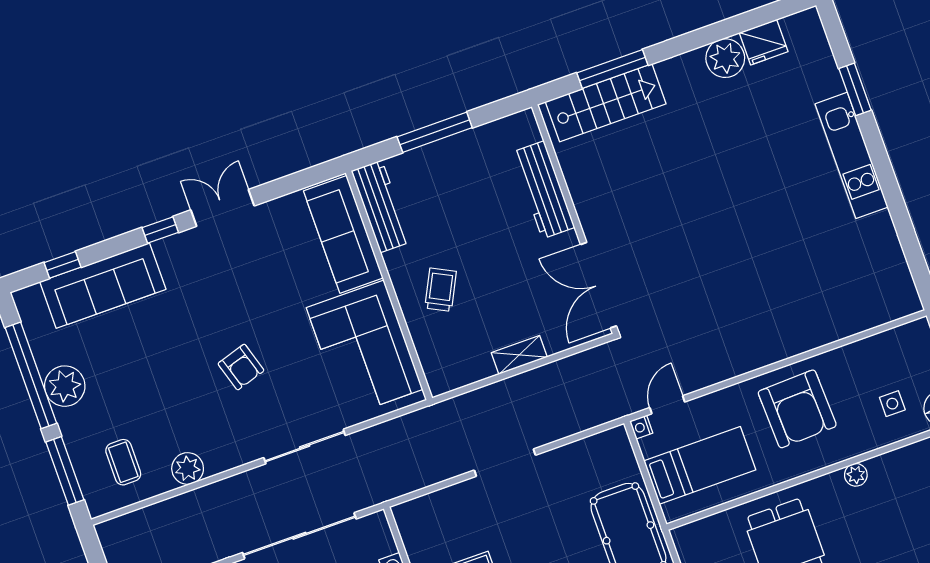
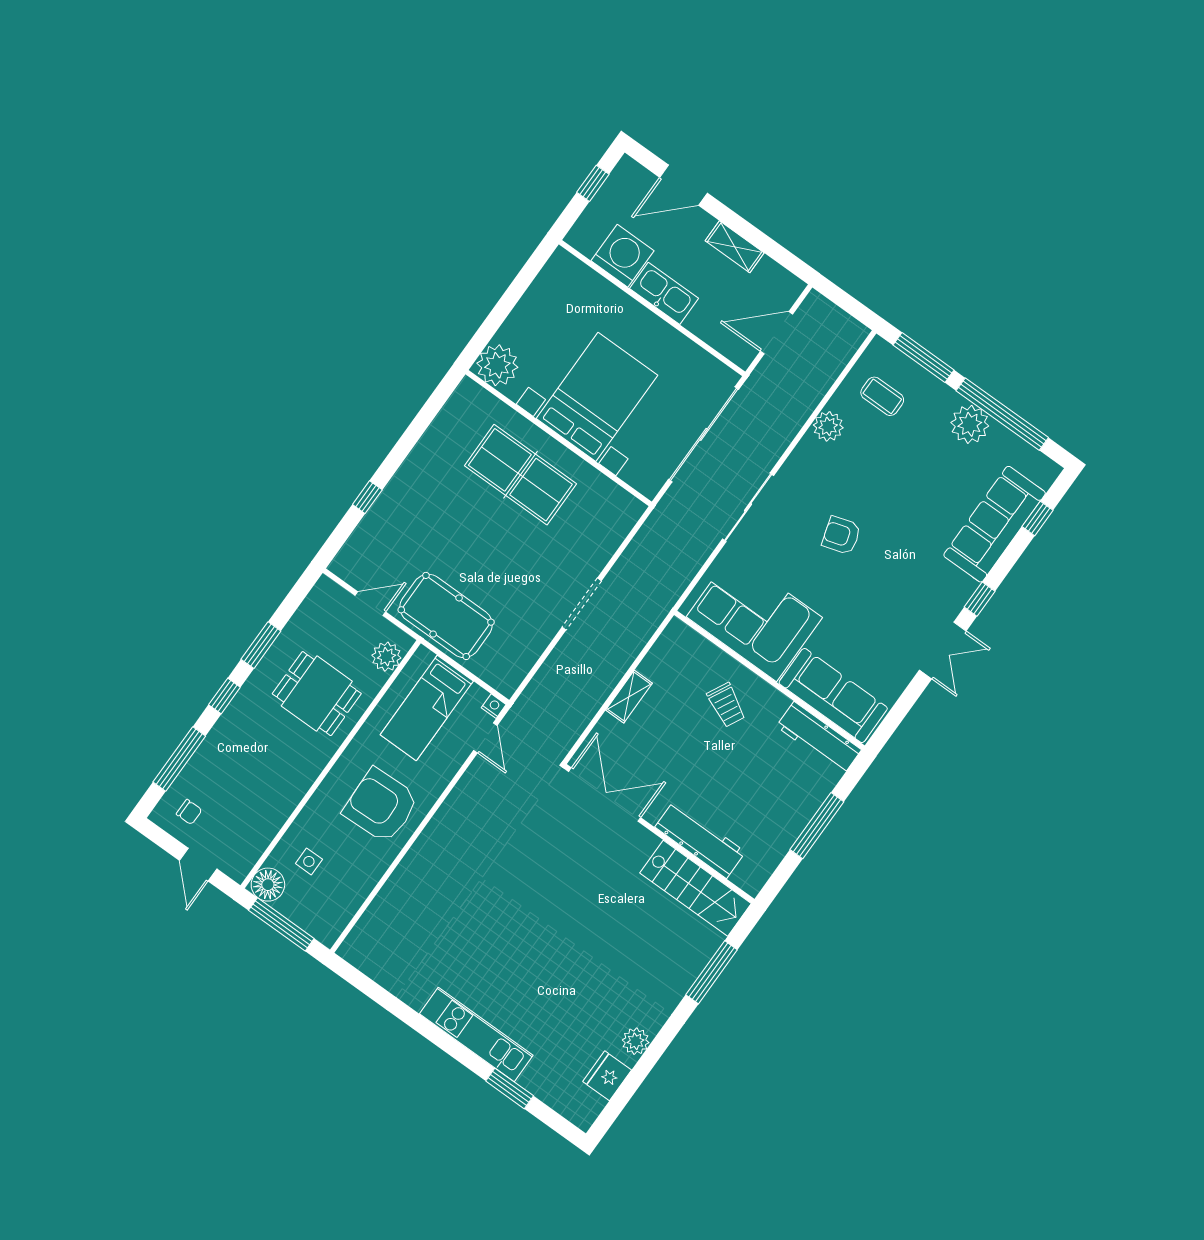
plant: (725, 58) -> (636, 1041), width x0.73, depth x0.73
stairs: (606, 103) -> (695, 888), moved, turned -90
plant: (856, 475) -> (386, 657), moved, width x1.38, depth x1.38

